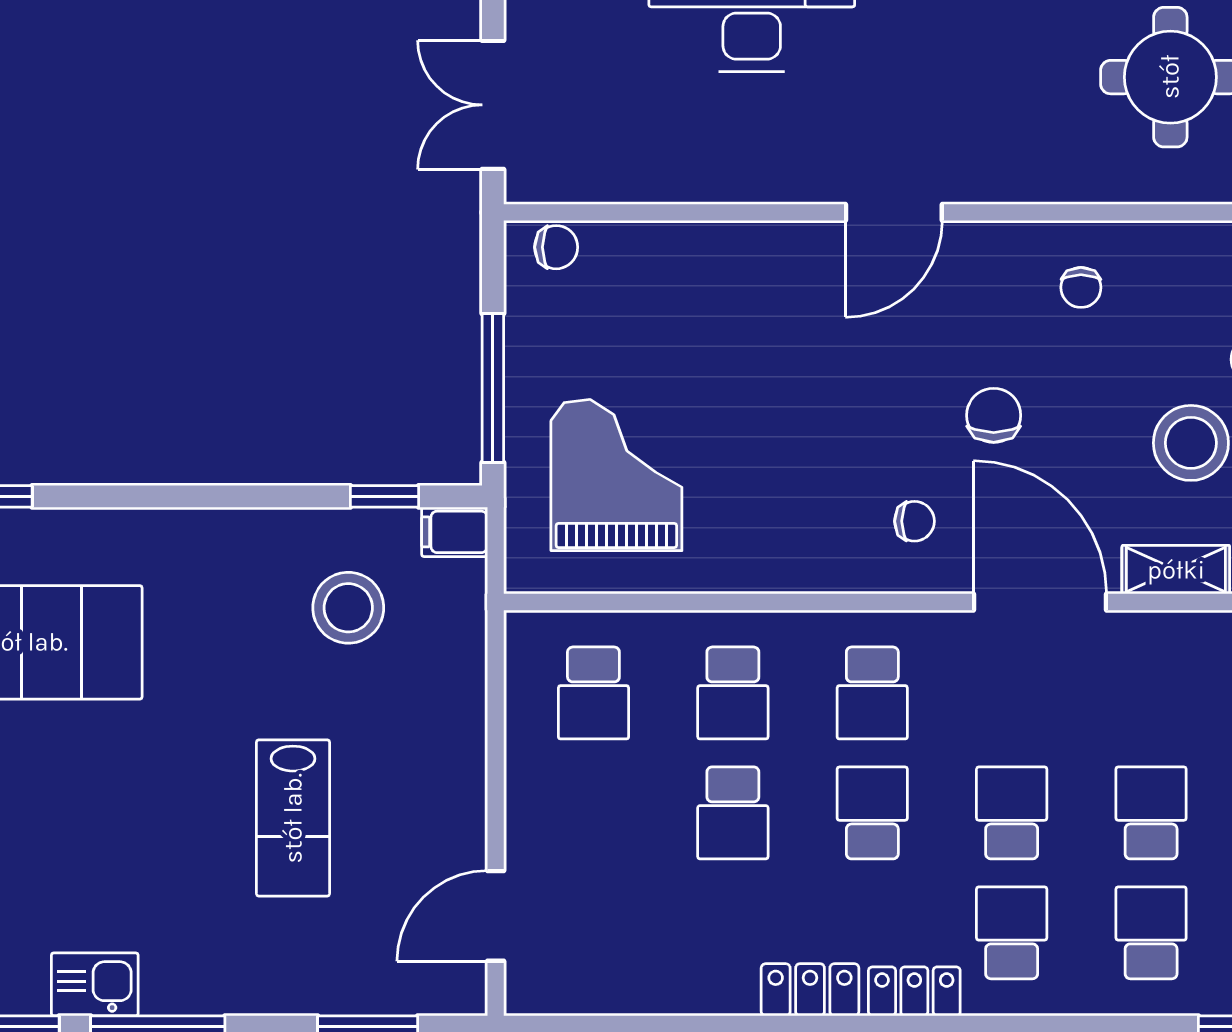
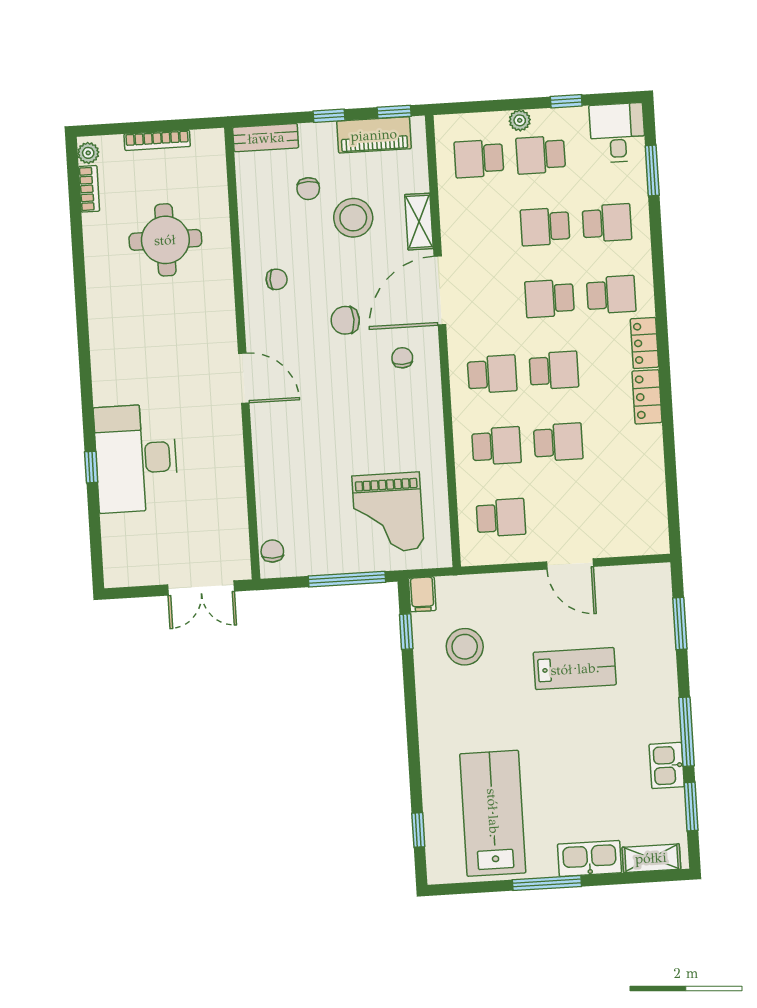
grand piano: (616, 475) -> (388, 513), turned -90
school desk: (872, 813) -> (554, 370), turned 180
door: (496, 916) -> (570, 564), moved
school desk: (1012, 933) -> (611, 295), turned 180
school desk: (1151, 933) -> (607, 223), turned 180

